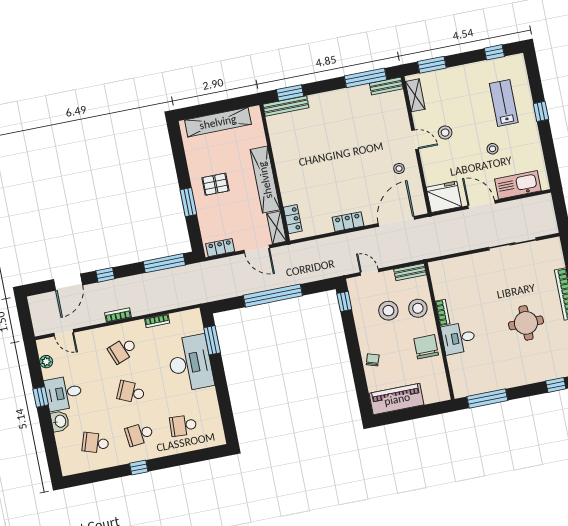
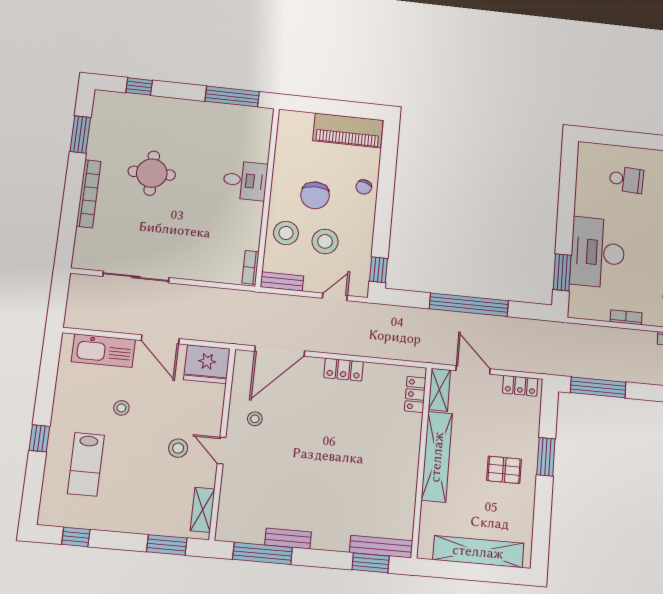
bench: (386, 86) -> (288, 538), moved
door: (369, 272) -> (335, 297), swing flipped
bookcase: (443, 312) -> (250, 267), moved
chair: (426, 347) -> (315, 195), moved

